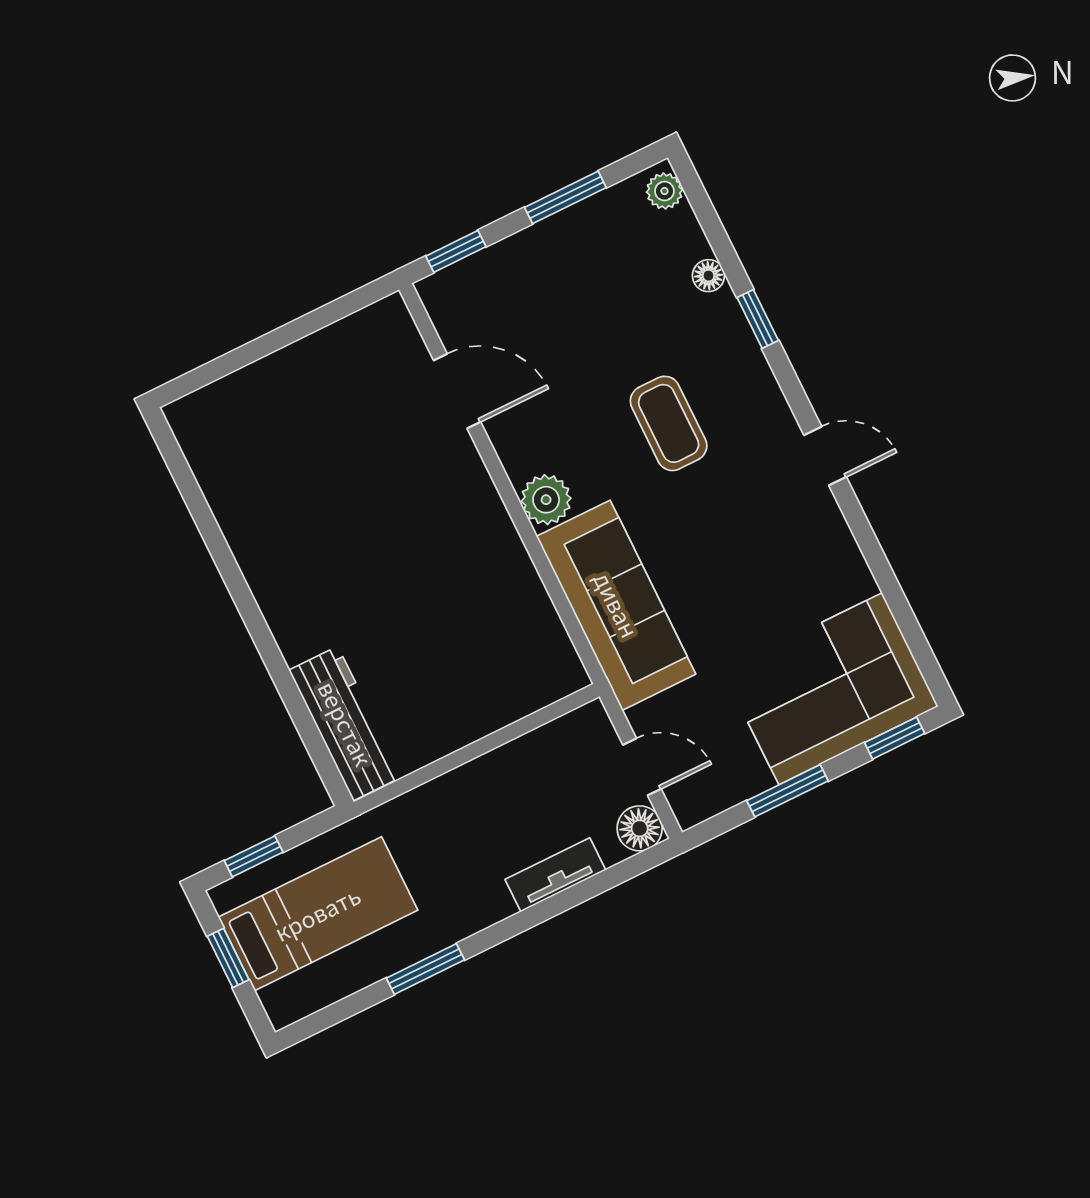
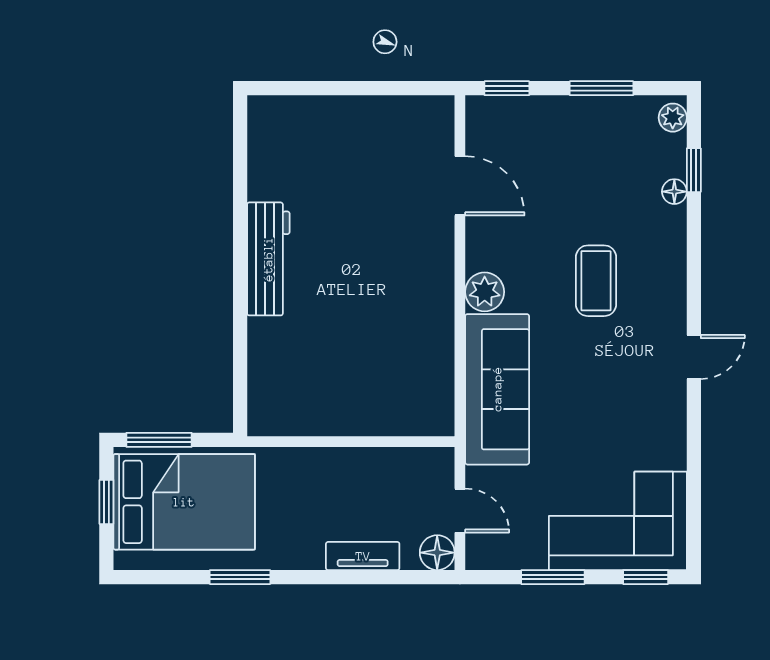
window: (758, 319) -> (694, 170), moved
door: (825, 456) -> (694, 357), hinge flipped
workbench: (345, 724) -> (268, 259), moved
window: (254, 856) -> (159, 440), width x1.50
bed: (318, 914) -> (184, 502), width x1.50

